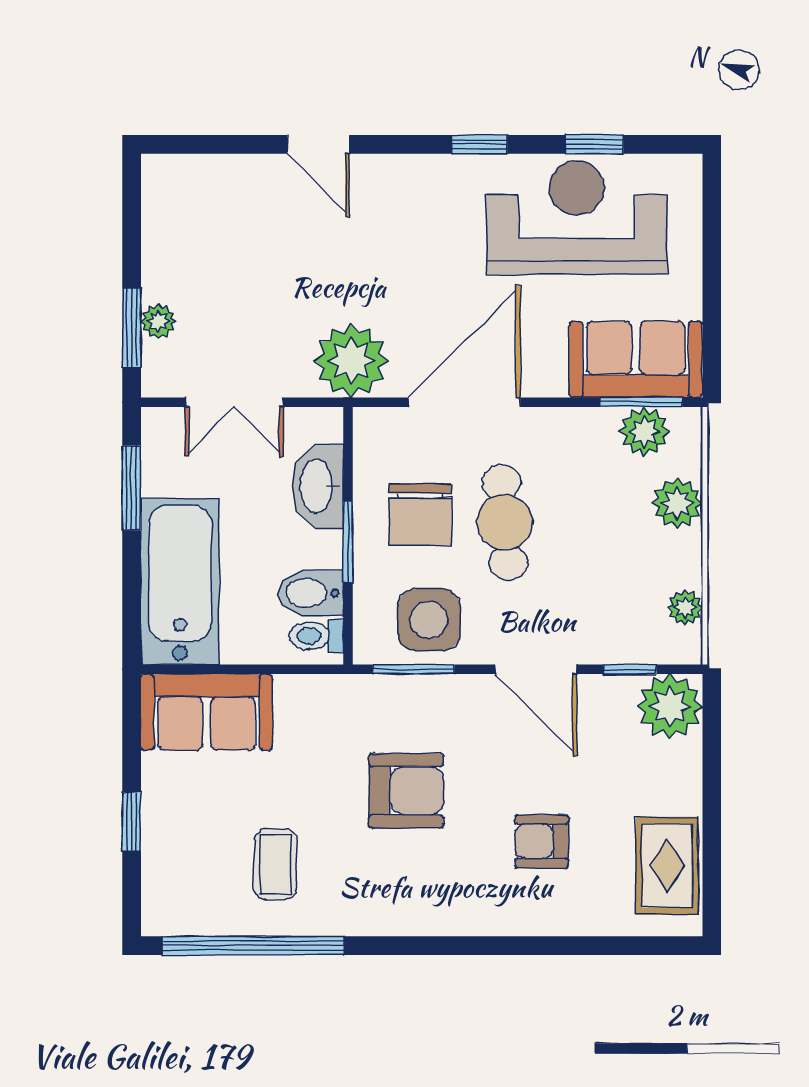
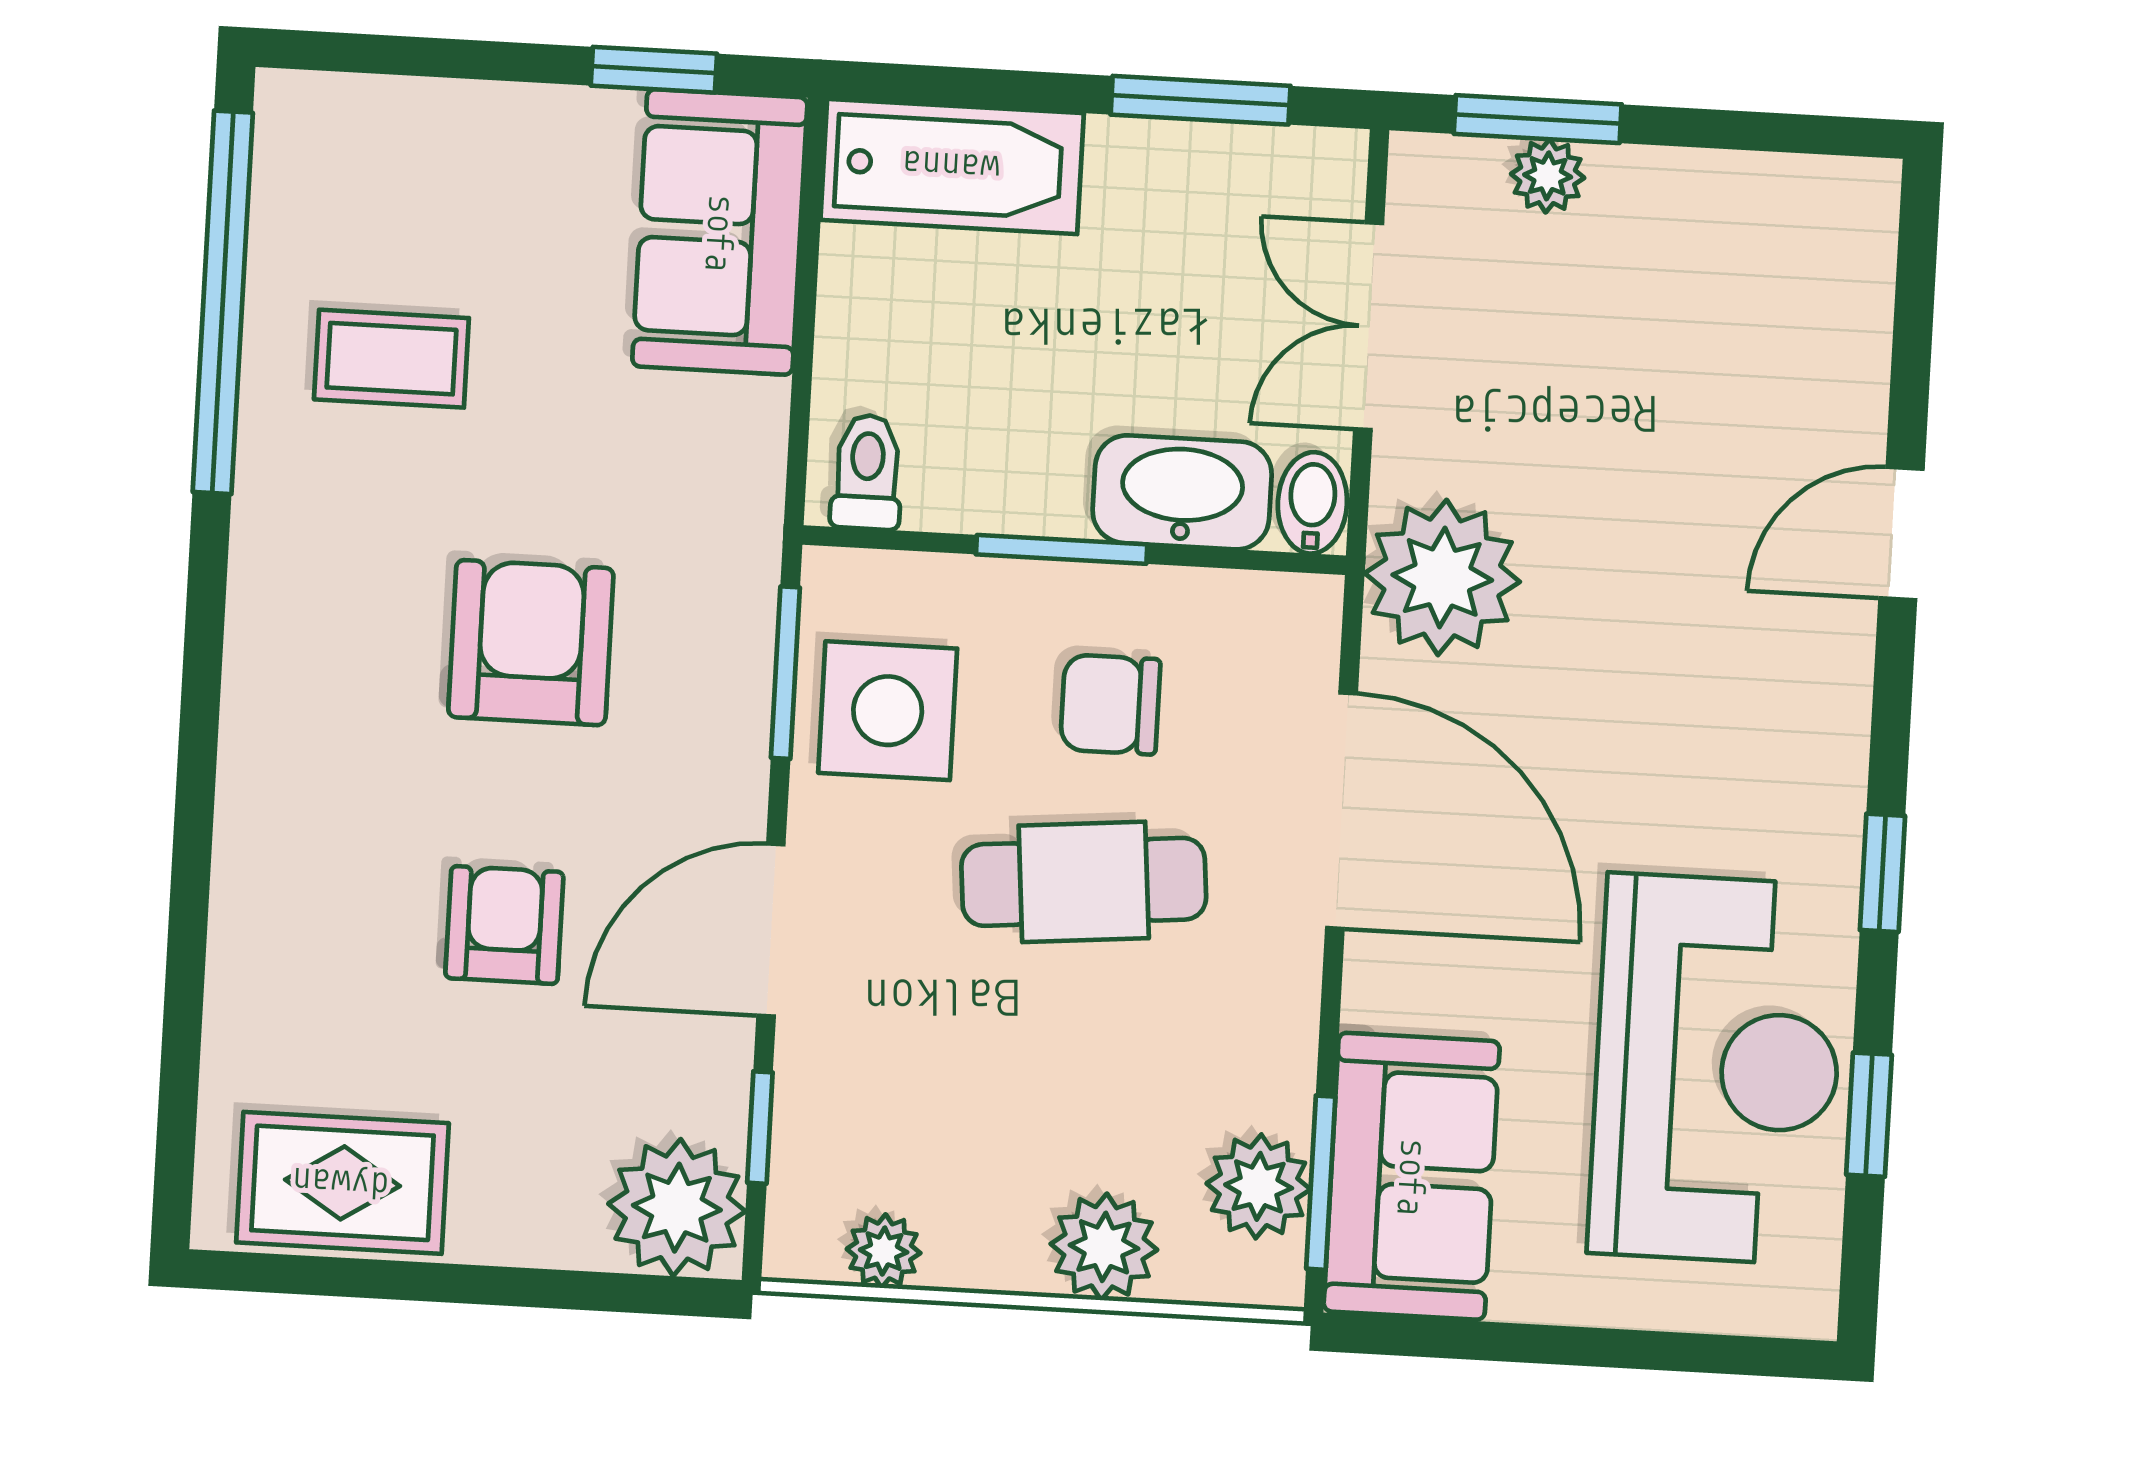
chair: (420, 515) -> (1110, 704), width x0.73, depth x0.73
bathtub: (180, 581) -> (952, 166), width x0.73, depth x0.73
bidet: (311, 593) -> (1312, 503), moved, width x0.72, depth x0.74
armchair: (406, 791) -> (531, 643), turned 180
window: (132, 822) -> (654, 70), moved
armchair: (542, 841) -> (504, 925), moved

